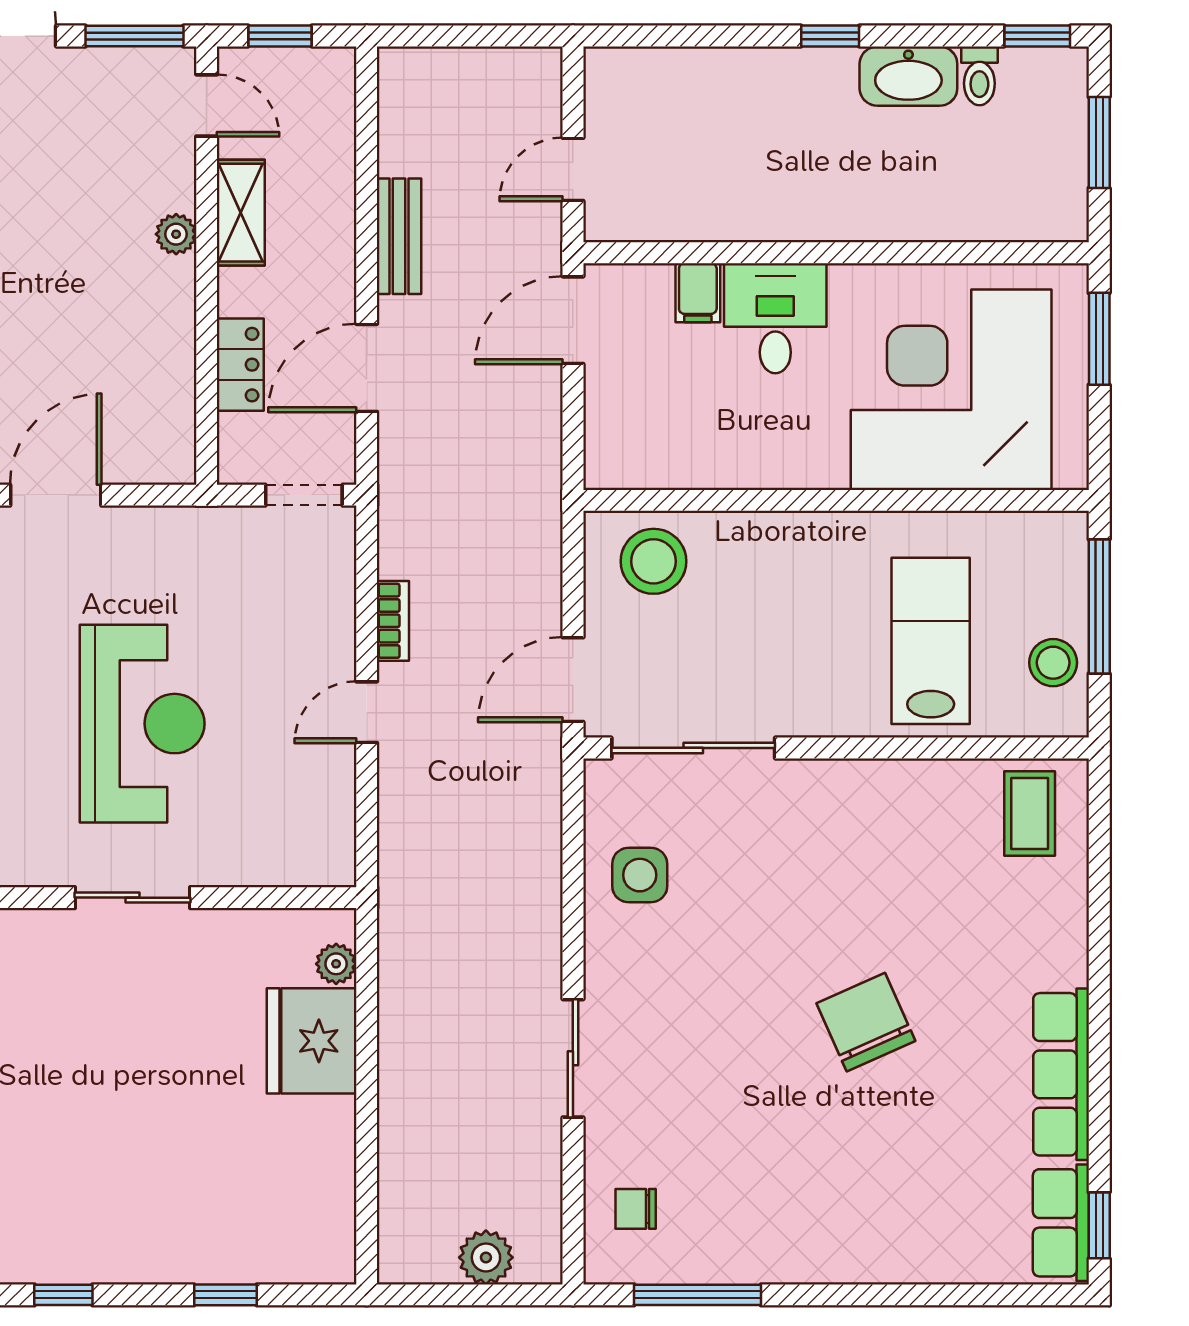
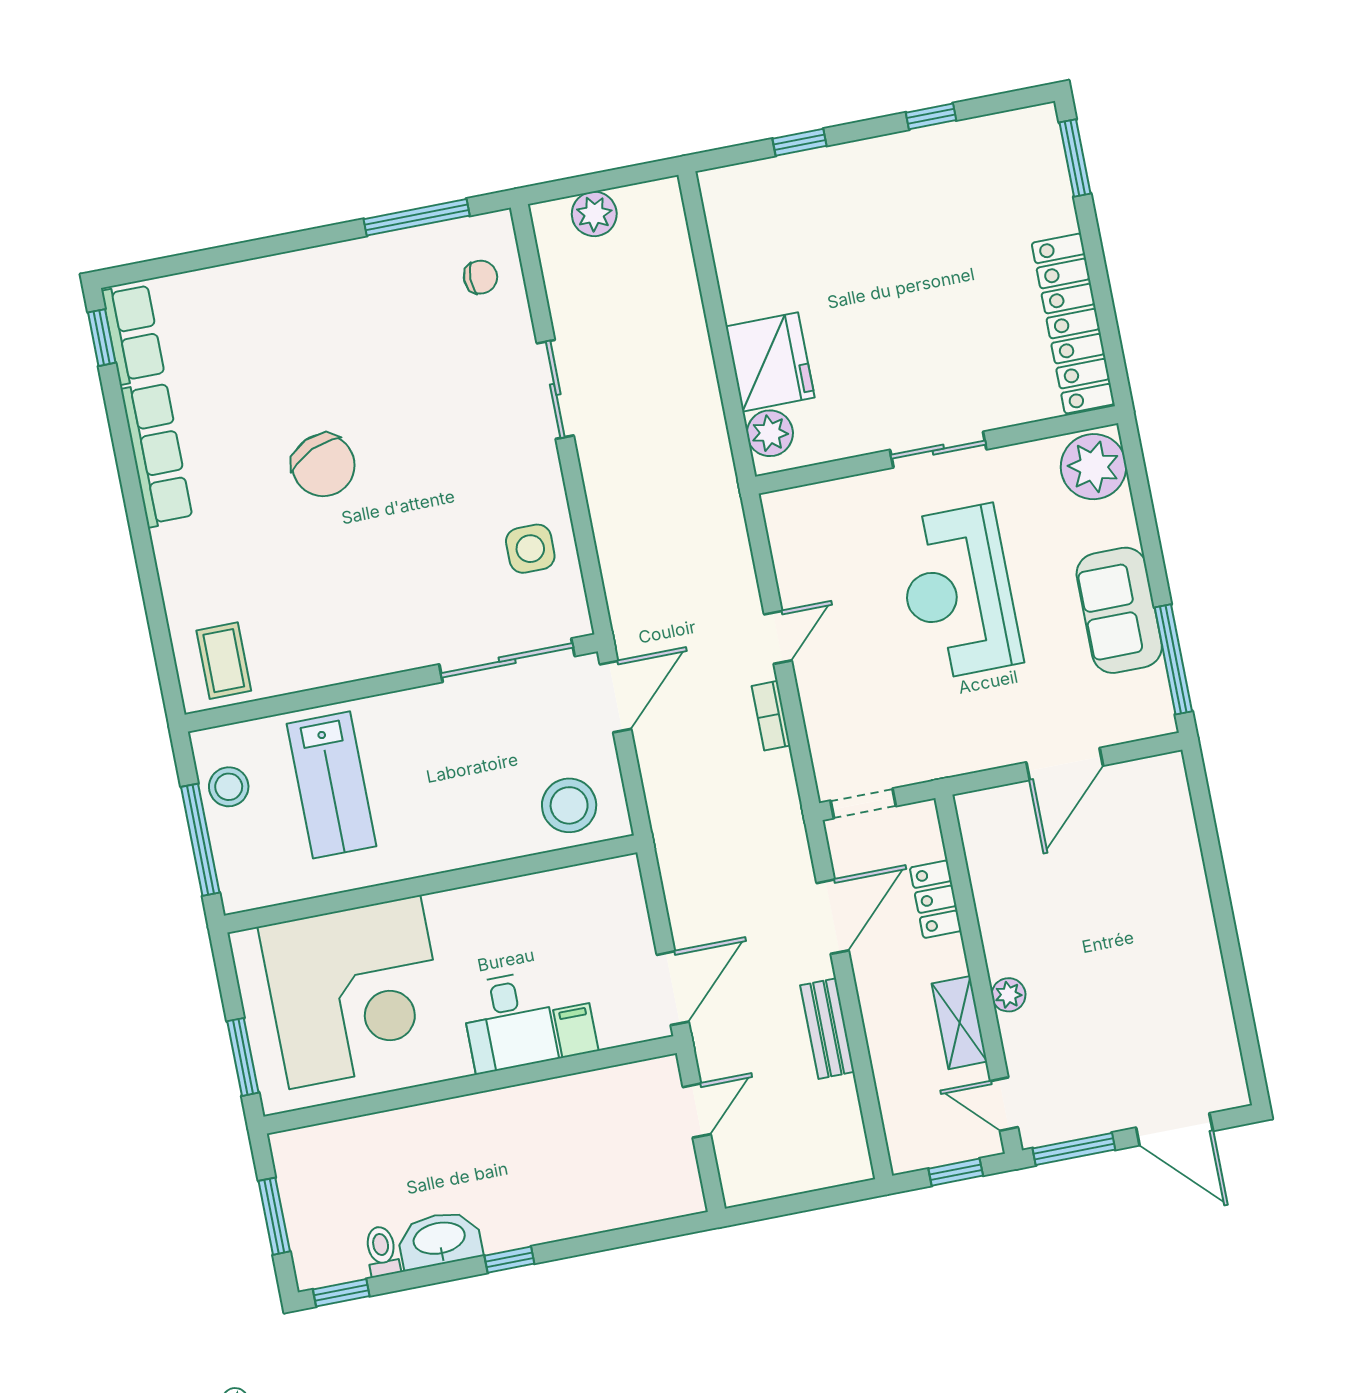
plant: (336, 964) -> (770, 433), width x1.38, depth x1.38

